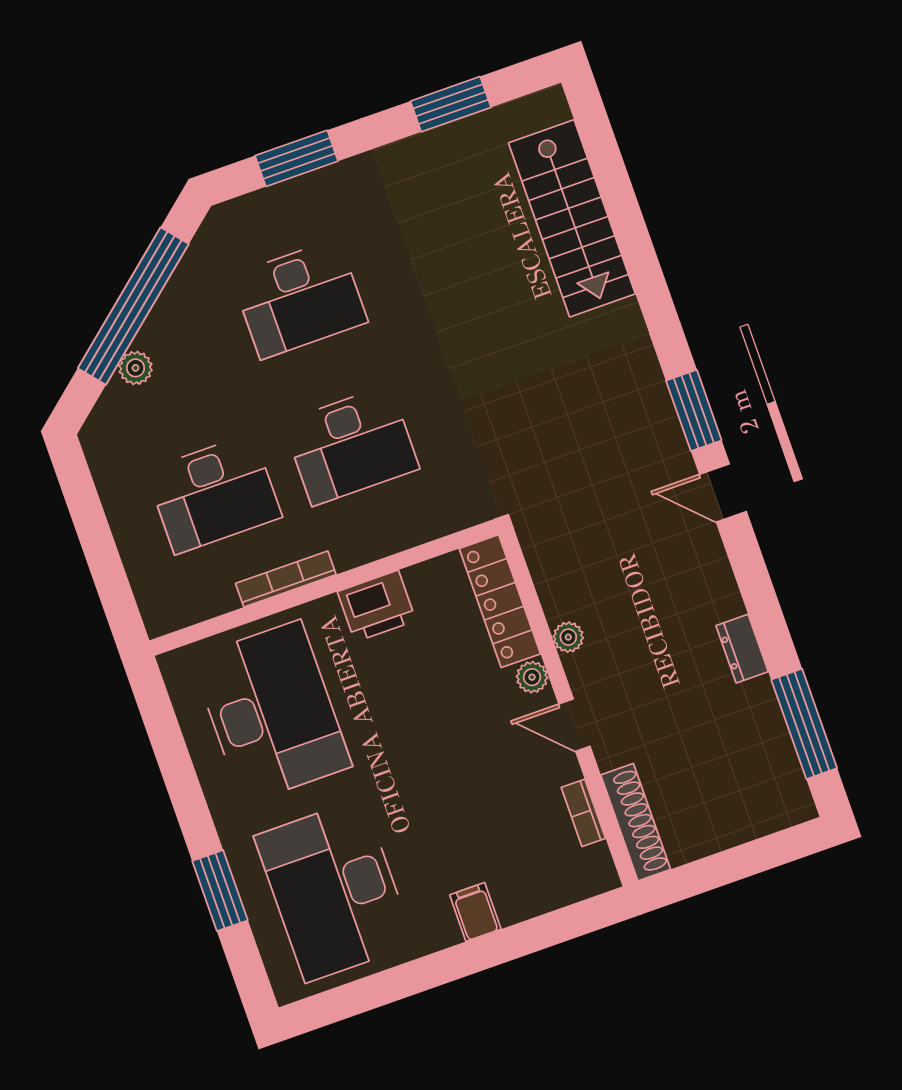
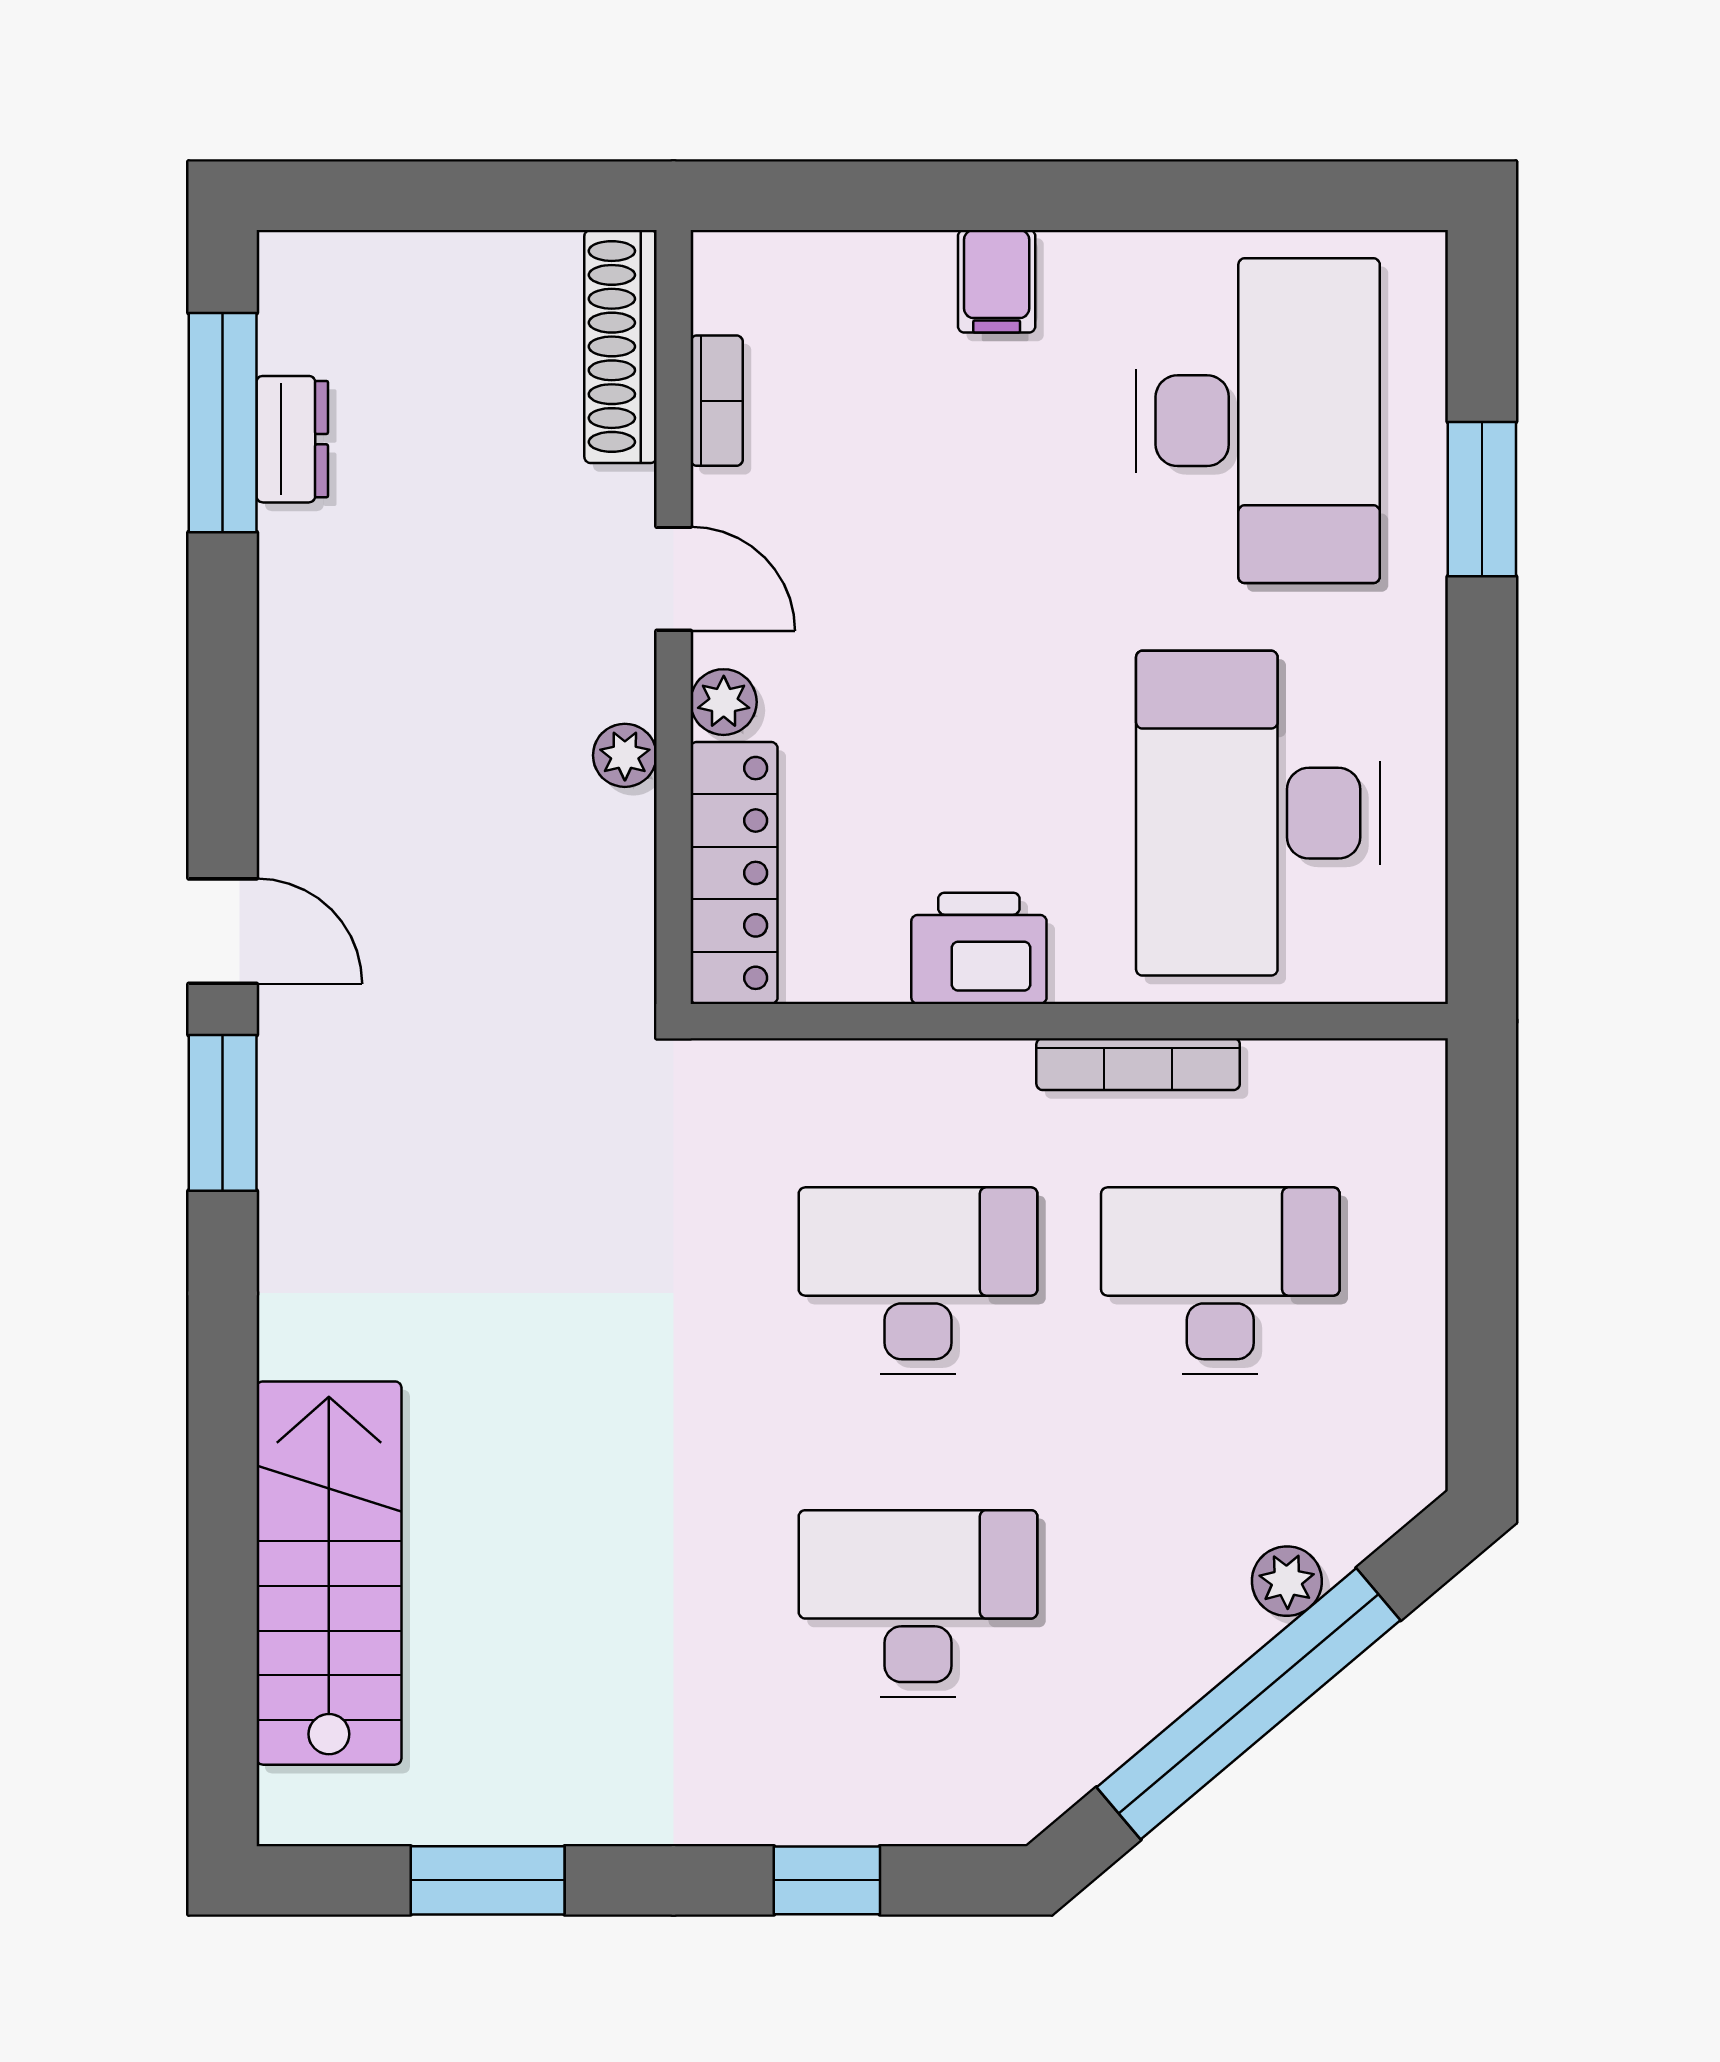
window: (297, 158) -> (827, 1880), width x0.67
dresser: (742, 649) -> (292, 439), moved

